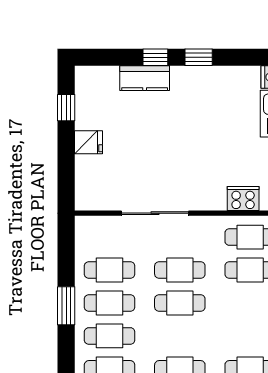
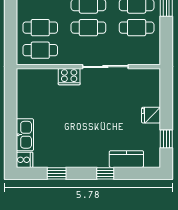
window: (199, 57) -> (57, 173), moved
kitchen counter: (145, 78) -> (126, 159), moved
cooker: (243, 198) -> (69, 77), moved

